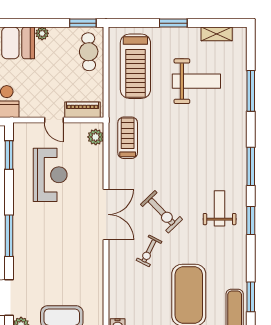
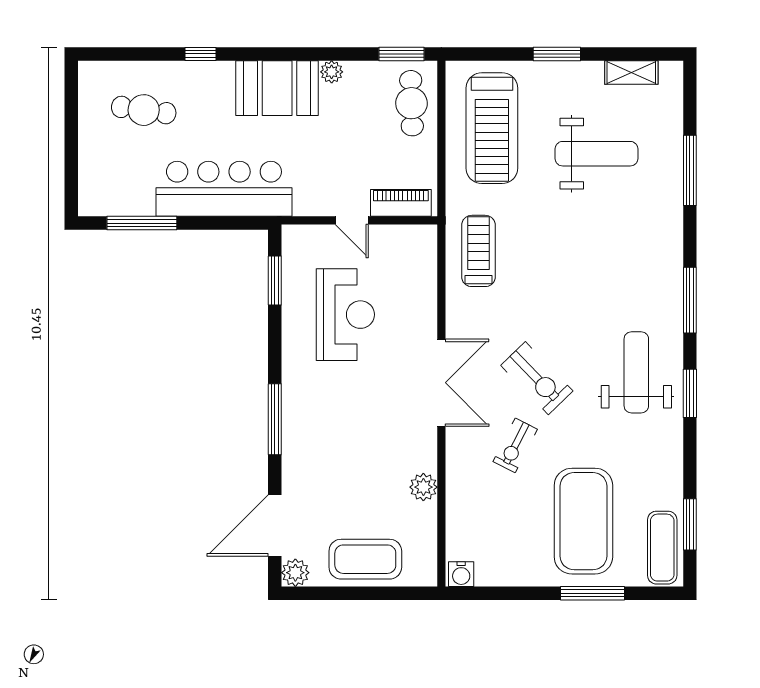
plant: (96, 137) -> (423, 487), moved
weight bench: (220, 208) -> (636, 372), width x1.36, depth x1.33

